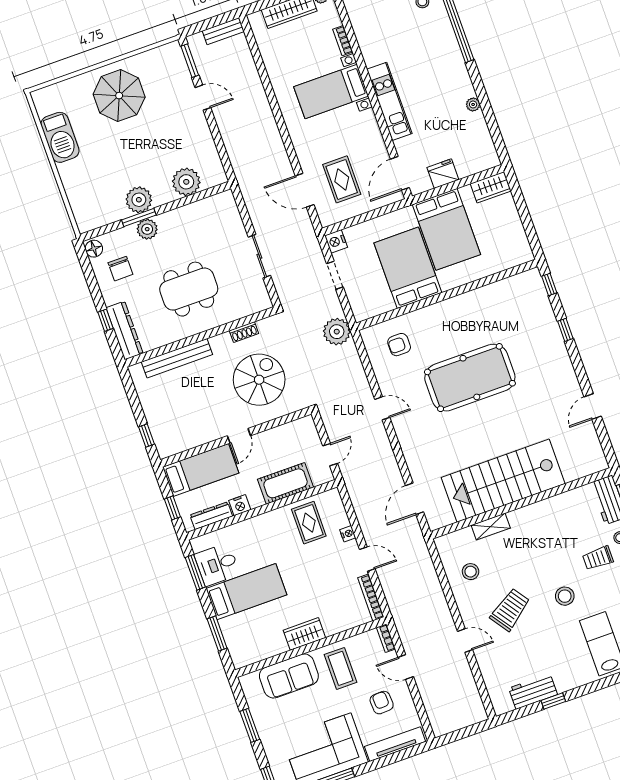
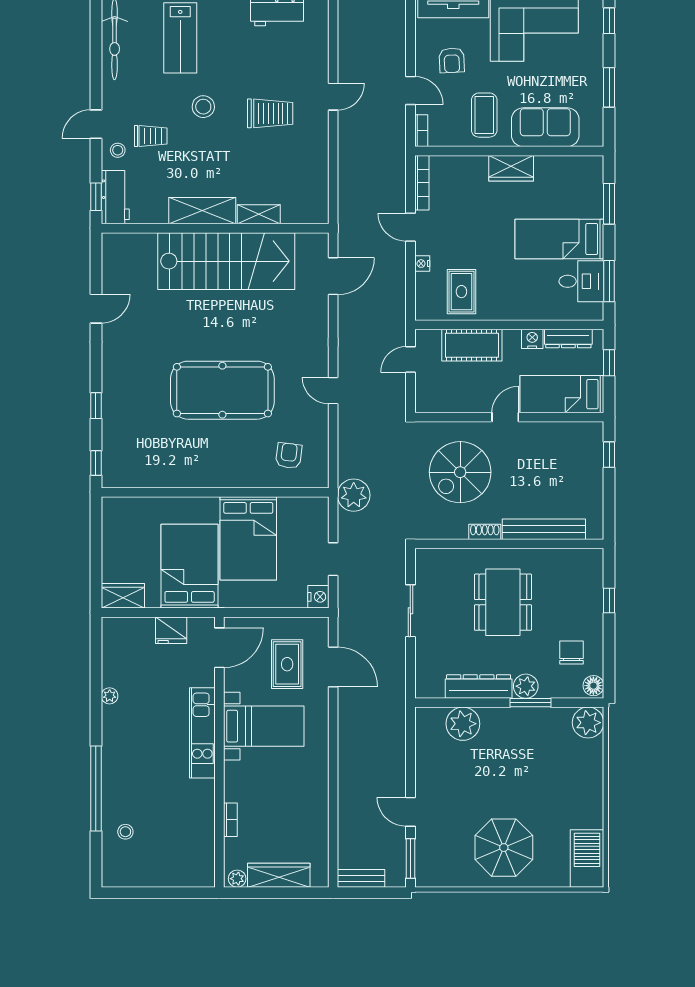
bed with nightstands: (331, 91) -> (264, 726), moved
barbecue: (60, 137) -> (587, 858), moved
plant: (139, 200) -> (588, 723), moved
dining table: (189, 289) -> (503, 602), turned 90
dresser: (124, 330) -> (479, 687), moved, turned 90
shoe rack: (244, 332) -> (485, 532), moved
armchair: (399, 345) -> (289, 456), turned -83
shelving: (536, 514) -> (202, 211), added
stool: (471, 572) -> (299, 172), removed
trolley: (510, 610) -> (270, 113), turned -145
door: (465, 641) -> (333, 97), swing flipped

